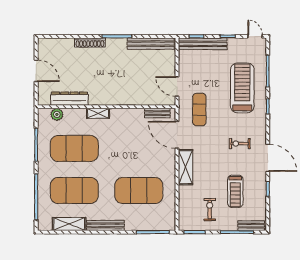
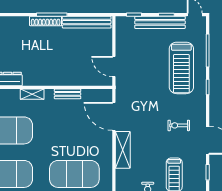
shoe rack: (90, 43) -> (46, 21), moved
bench: (203, 44) -> (160, 22), moved
treadmill: (242, 88) -> (181, 68), turned 180
exercise mat: (199, 109) -> (137, 90), removed
bench: (157, 113) -> (68, 94), moved

